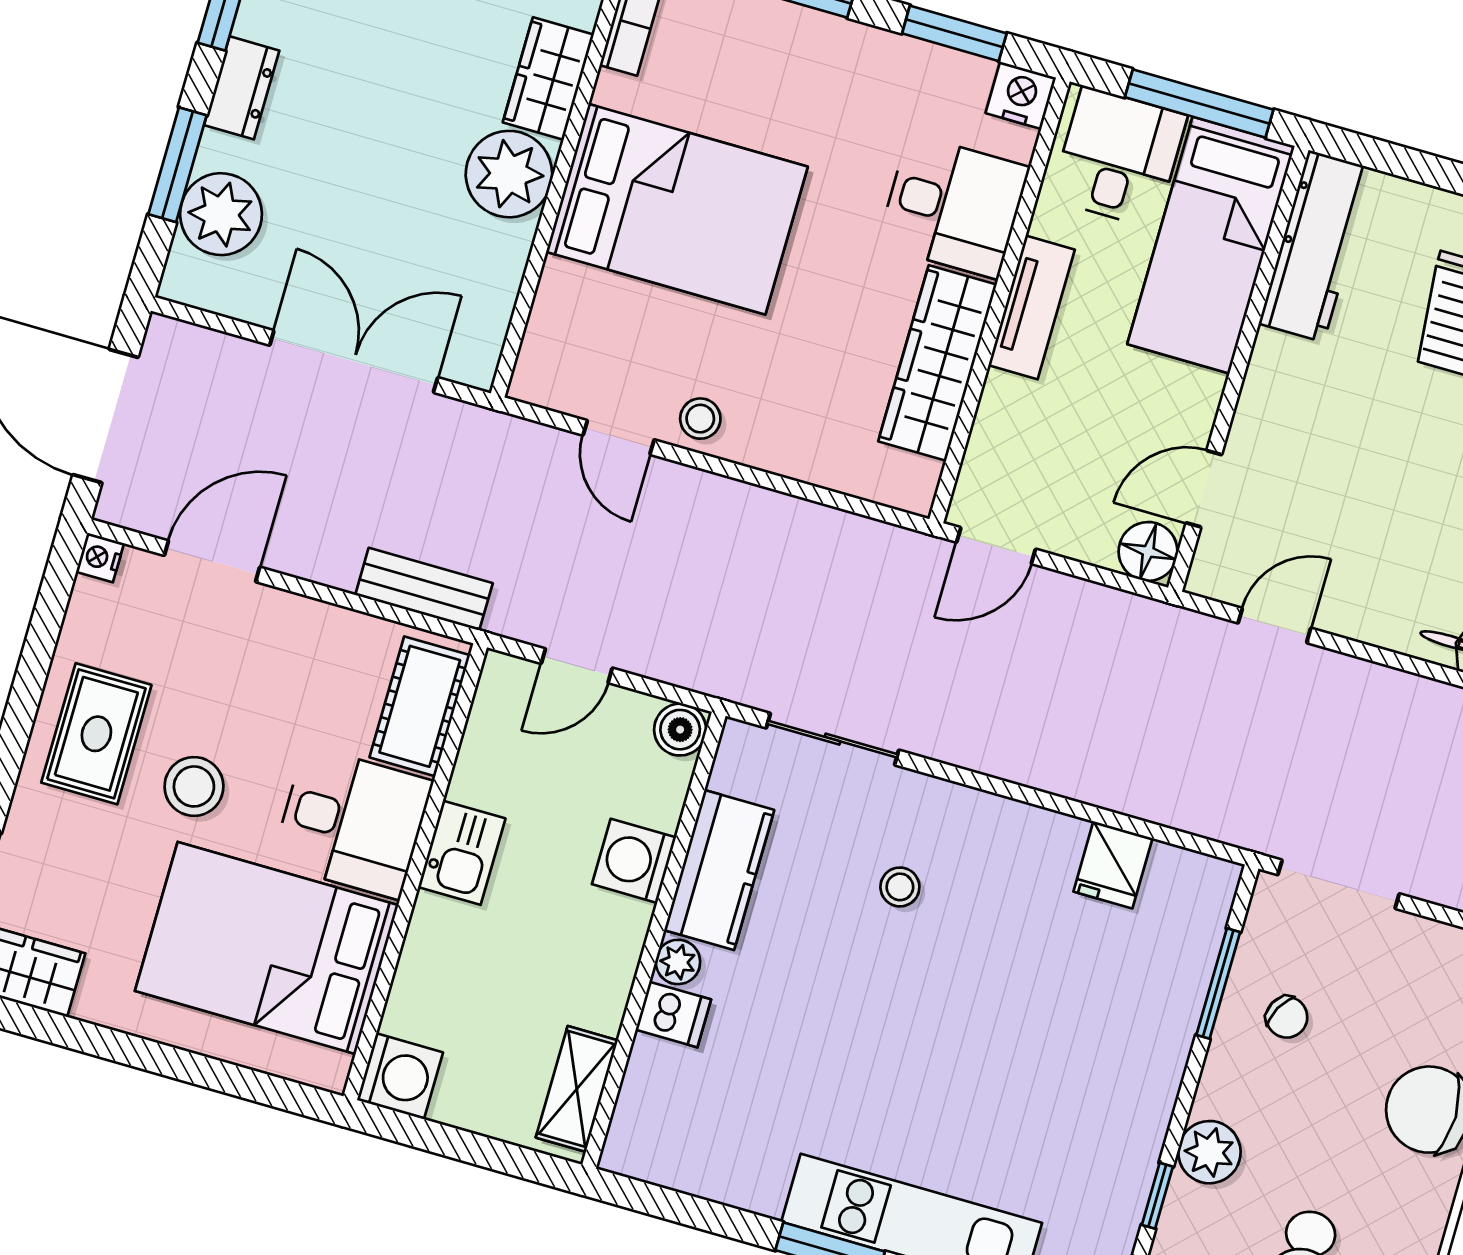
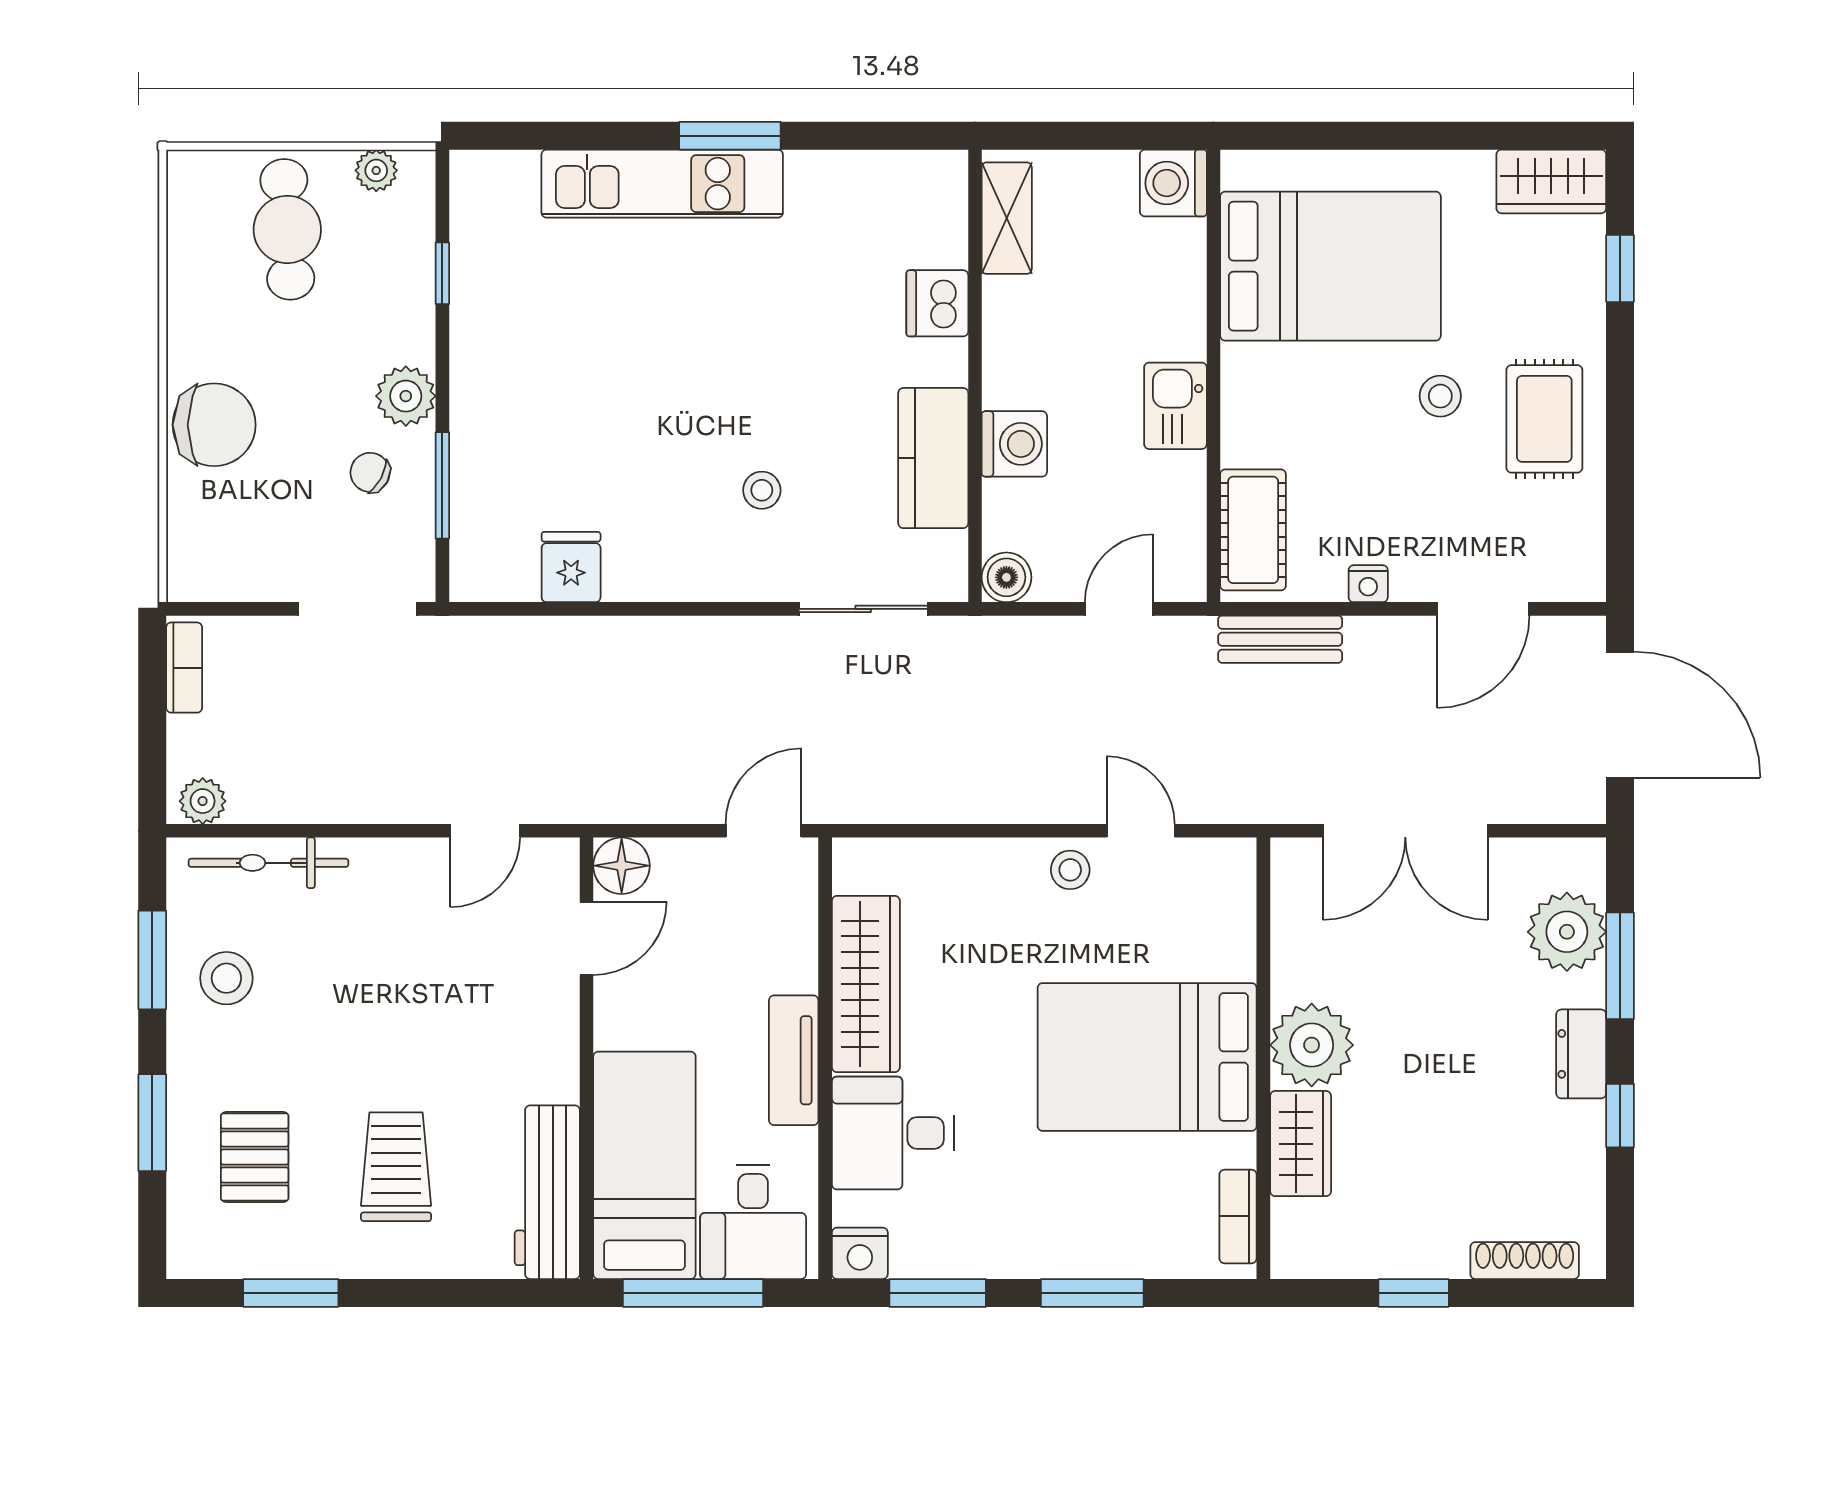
nightstand: (100, 558) -> (1368, 584), moved, turned 90
stool: (194, 786) -> (1440, 396), width x0.73, depth x0.73
desk: (352, 822) -> (1285, 405), removed
plant: (678, 962) -> (947, 362), removed
dishwasher: (673, 1015) -> (937, 303), width x1.38
plant: (1209, 1152) -> (406, 396), moved

